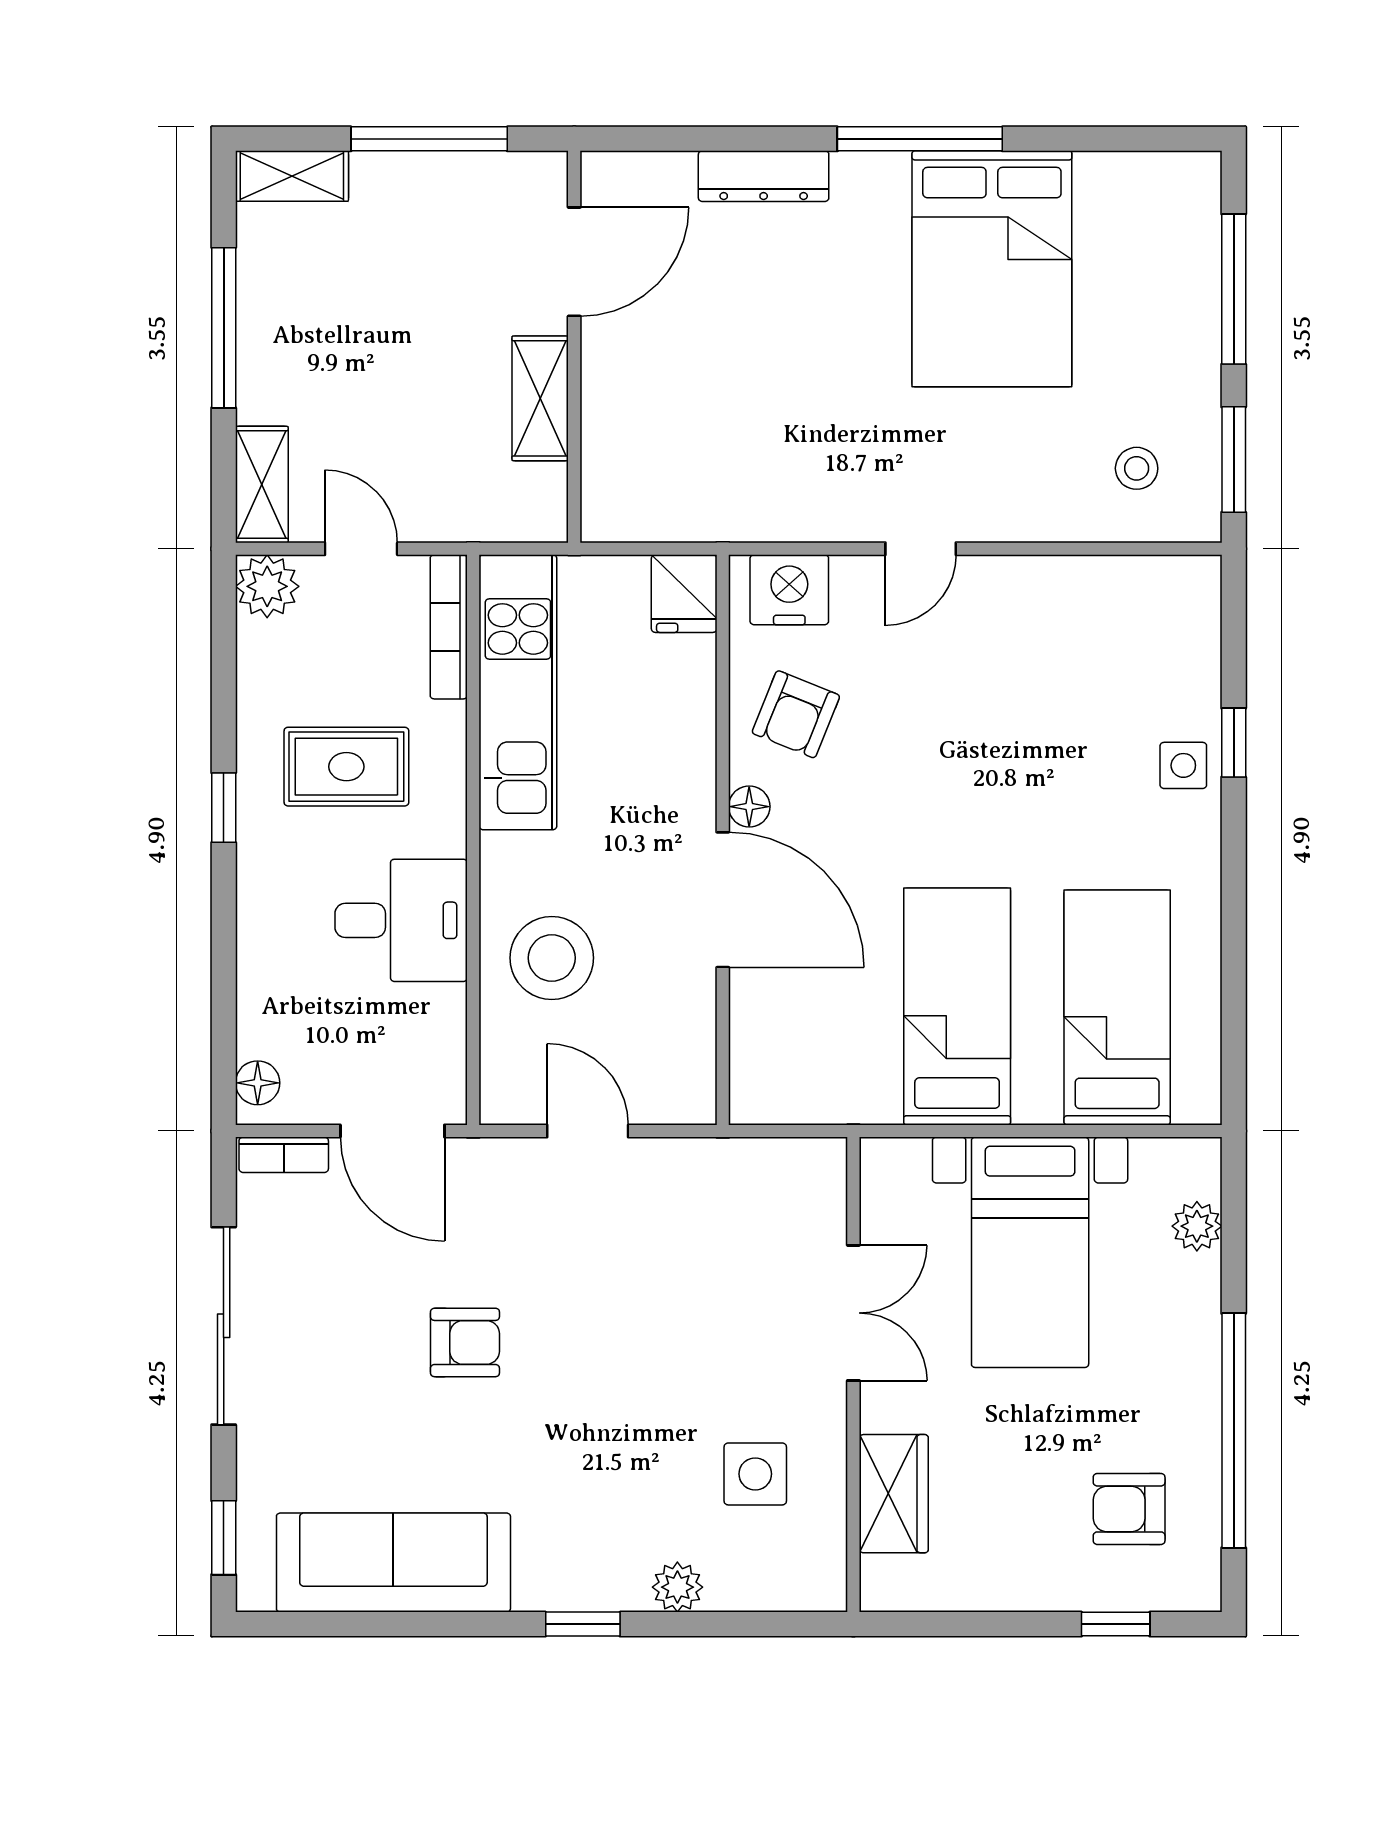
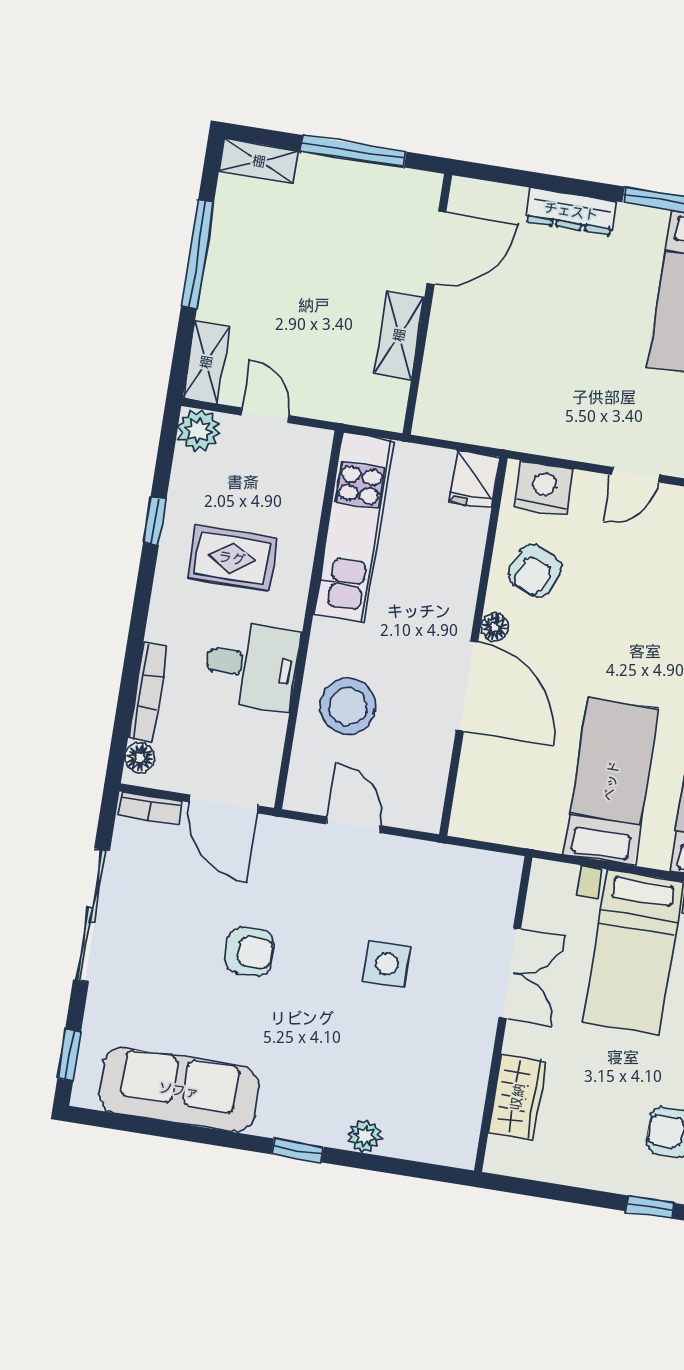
bookcase: (449, 627) -> (148, 692), moved, turned 180
window: (224, 808) -> (155, 521), moved
side table: (755, 1474) -> (387, 964), moved

